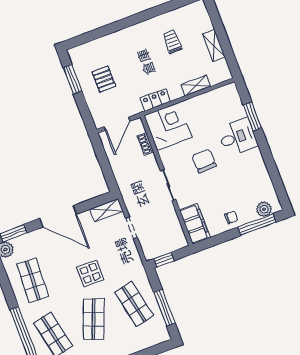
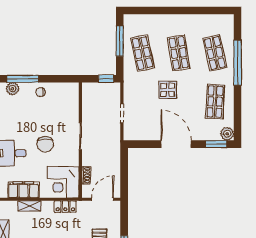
shelving: (107, 210) -> (136, 135), removed
filing cabinet: (195, 224) -> (23, 190), moved, turned 90
shop shelf: (94, 319) -> (179, 53), turned -30

